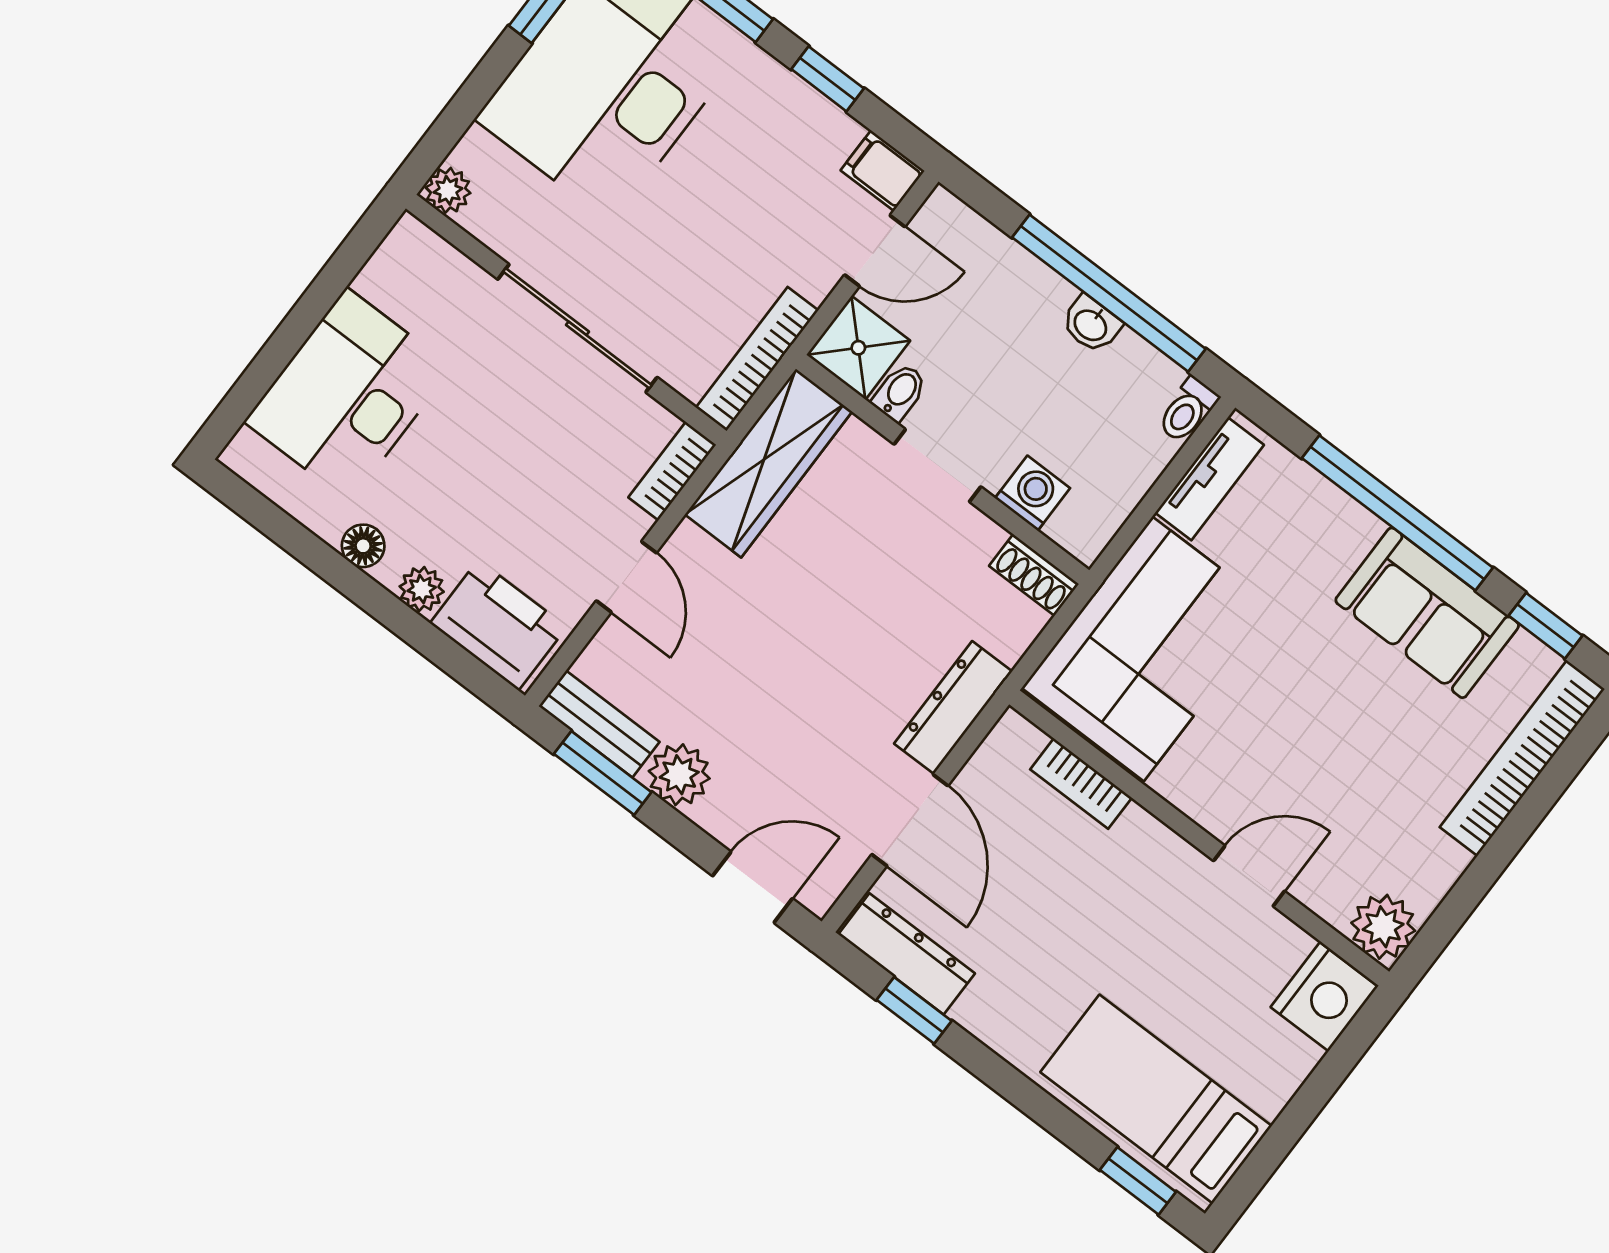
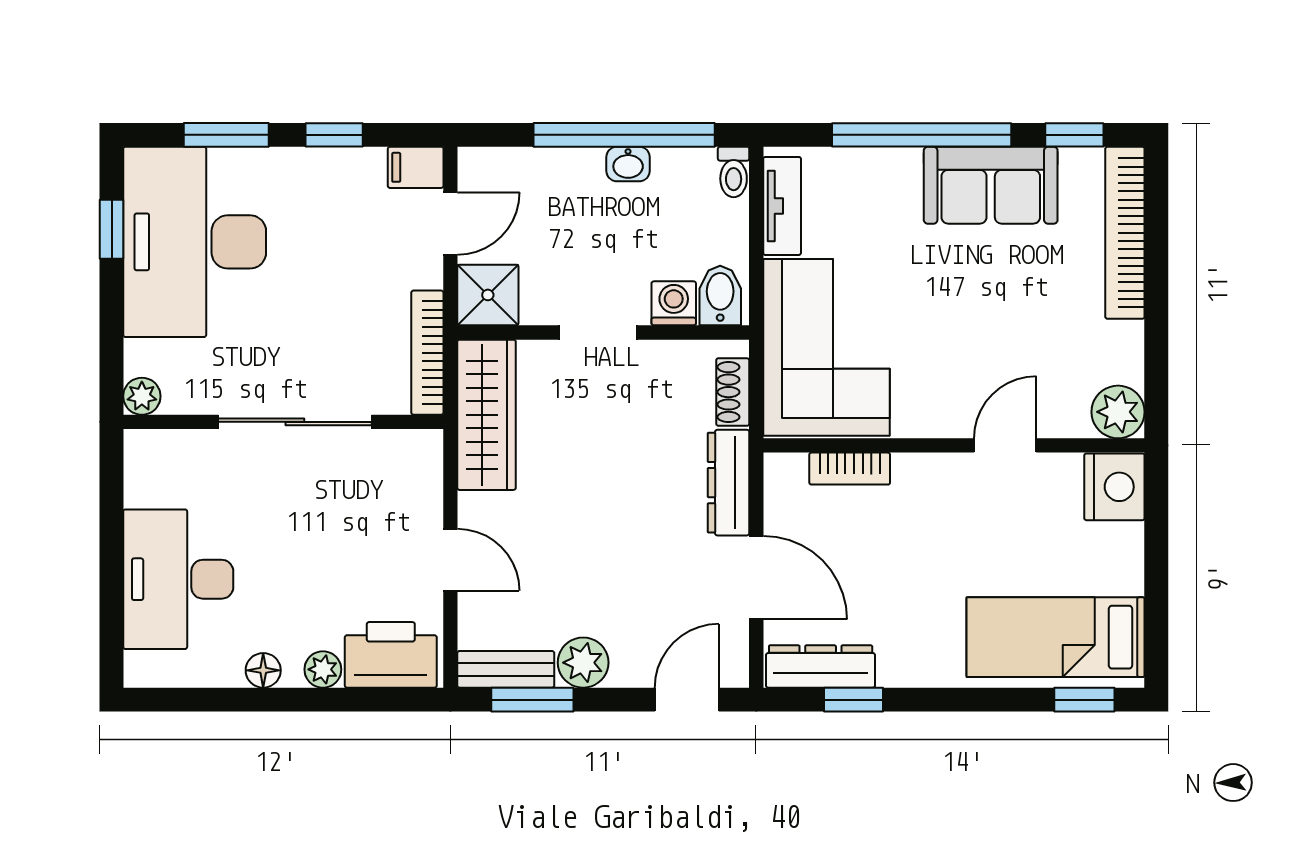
bidet: (900, 392) -> (720, 296), moved, width x1.38, depth x1.36
bookcase: (672, 471) -> (428, 468), removed
shoe rack: (1034, 575) -> (733, 392), moved, turned 90

